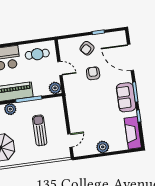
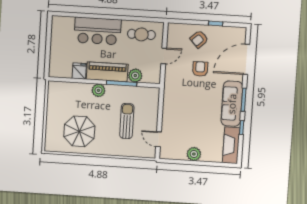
door: (131, 57) -> (246, 59), hinge flipped
door: (60, 68) -> (164, 56), hinge flipped
plant: (55, 88) -> (135, 76), moved
sofa: (126, 97) -> (232, 104), width x1.36
door: (70, 140) -> (158, 139), swing flipped

